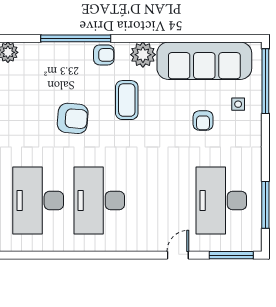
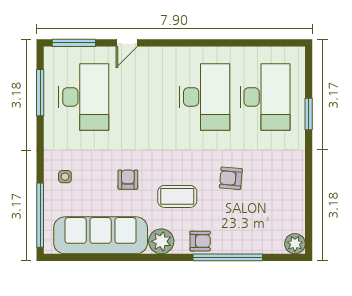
armchair: (104, 55) -> (200, 241), turned 180
coffee table: (127, 100) -> (177, 196), turned 90
side table: (238, 104) -> (65, 177), moved
armchair: (73, 118) -> (231, 178), width x0.72, depth x0.72
armchair: (203, 121) -> (128, 180), moved

